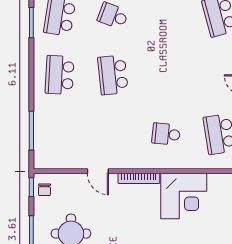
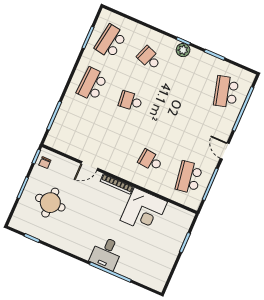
school desk: (113, 75) -> (131, 101), width x0.54
door: (98, 171) -> (89, 166), hinge flipped

